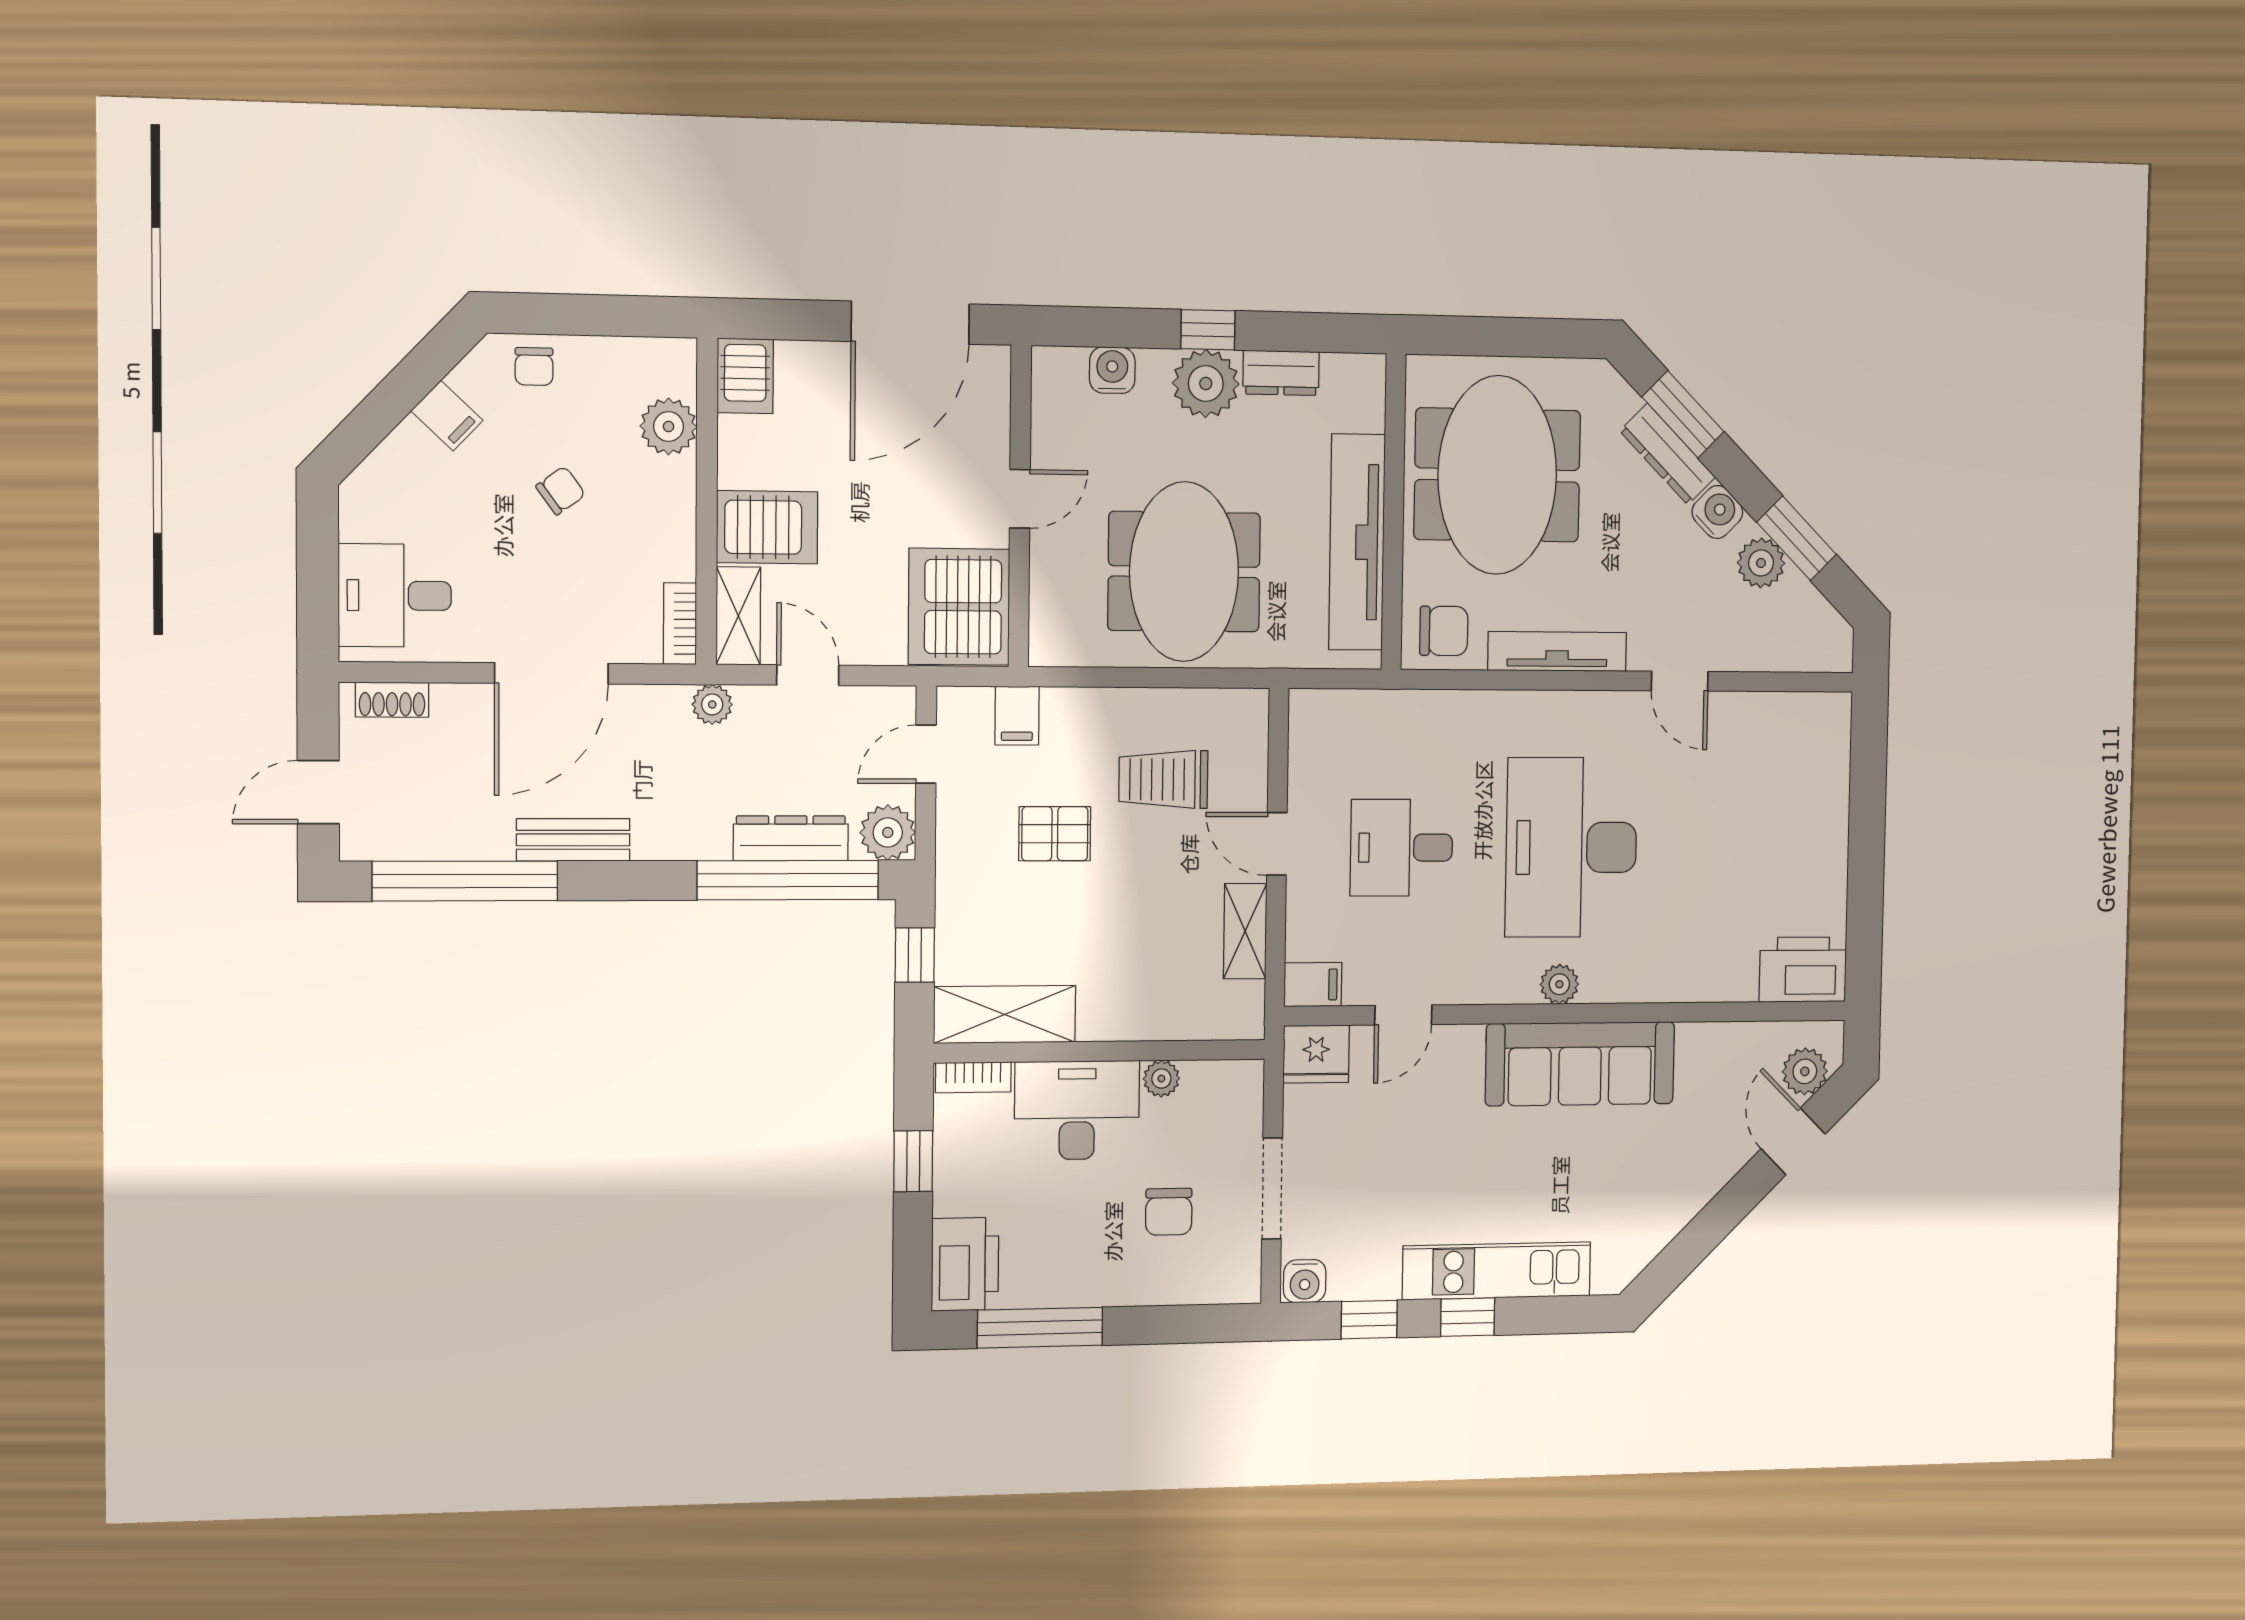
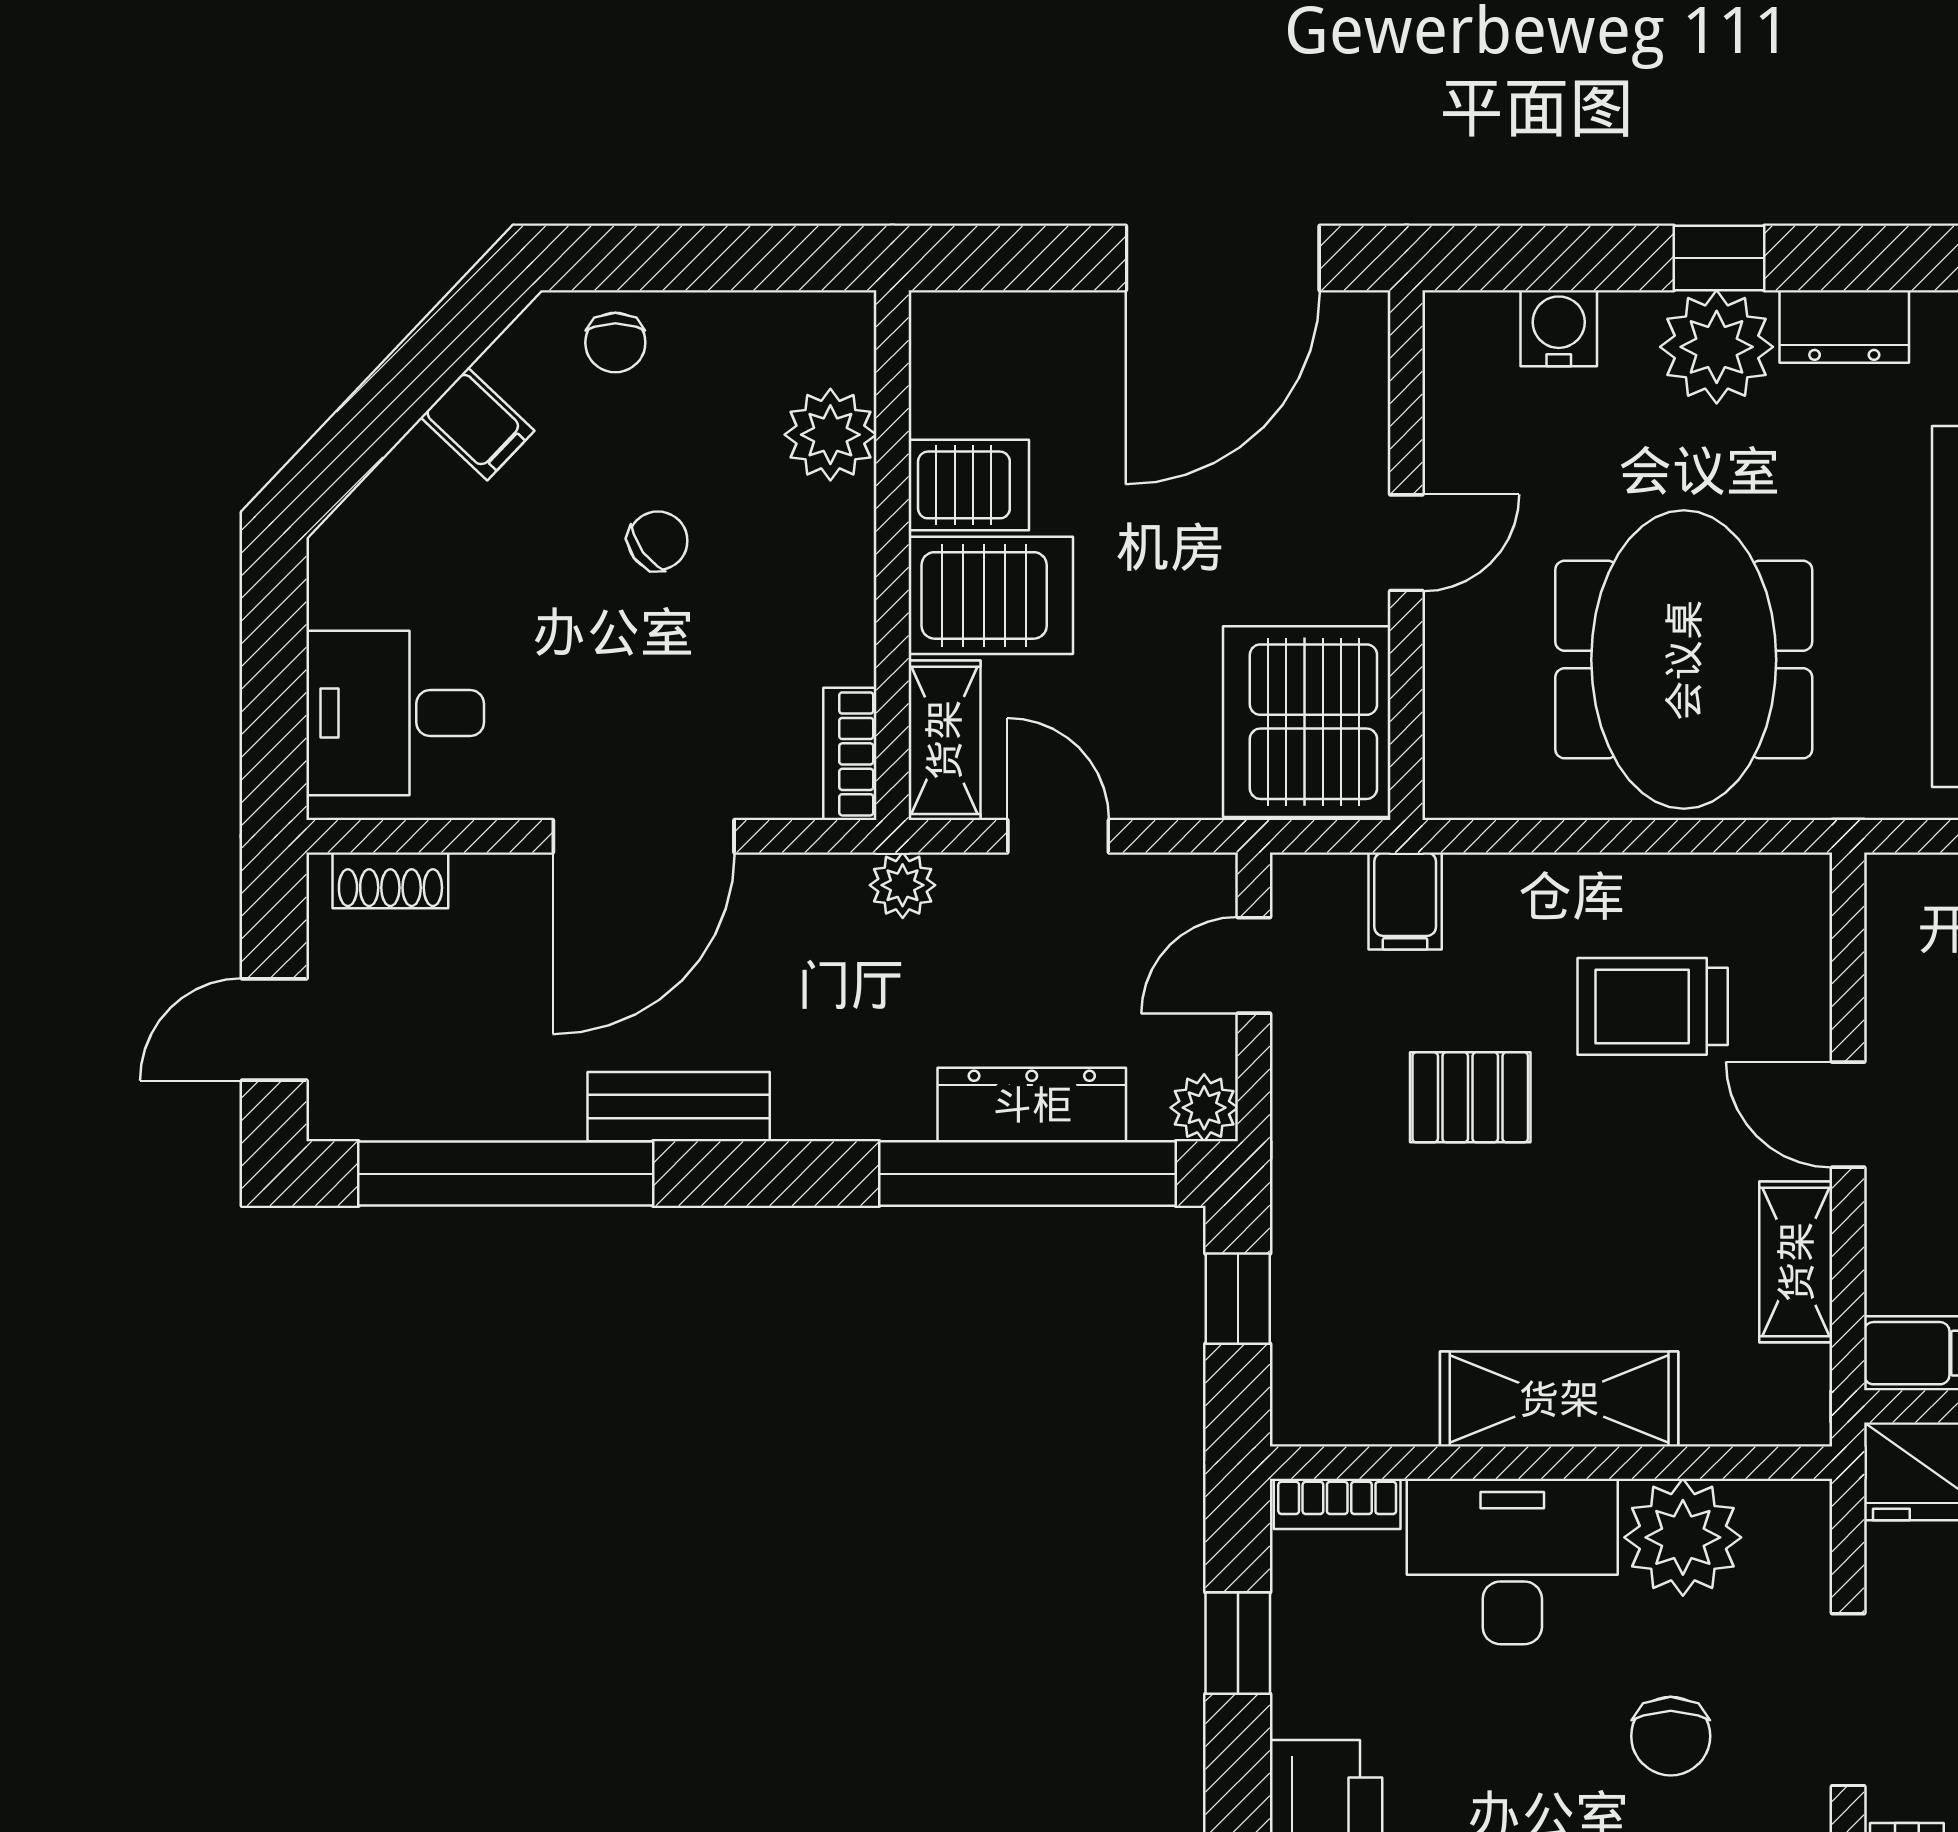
server rack: (745, 376) -> (969, 485), moved, turned -90
plant: (888, 833) -> (1204, 1108), width x0.73, depth x0.73
shelving: (1005, 1014) -> (1559, 1399), moved
plant: (1161, 1079) -> (1683, 1537), width x1.88, depth x1.88

